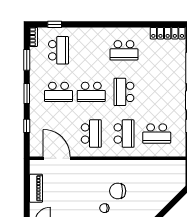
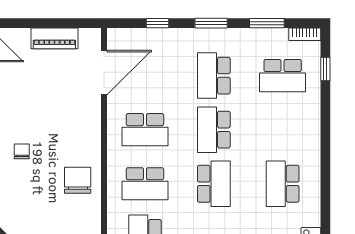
school desk: (124, 92) -> (214, 184), turned 90
chair: (118, 191) -> (78, 180), moved

